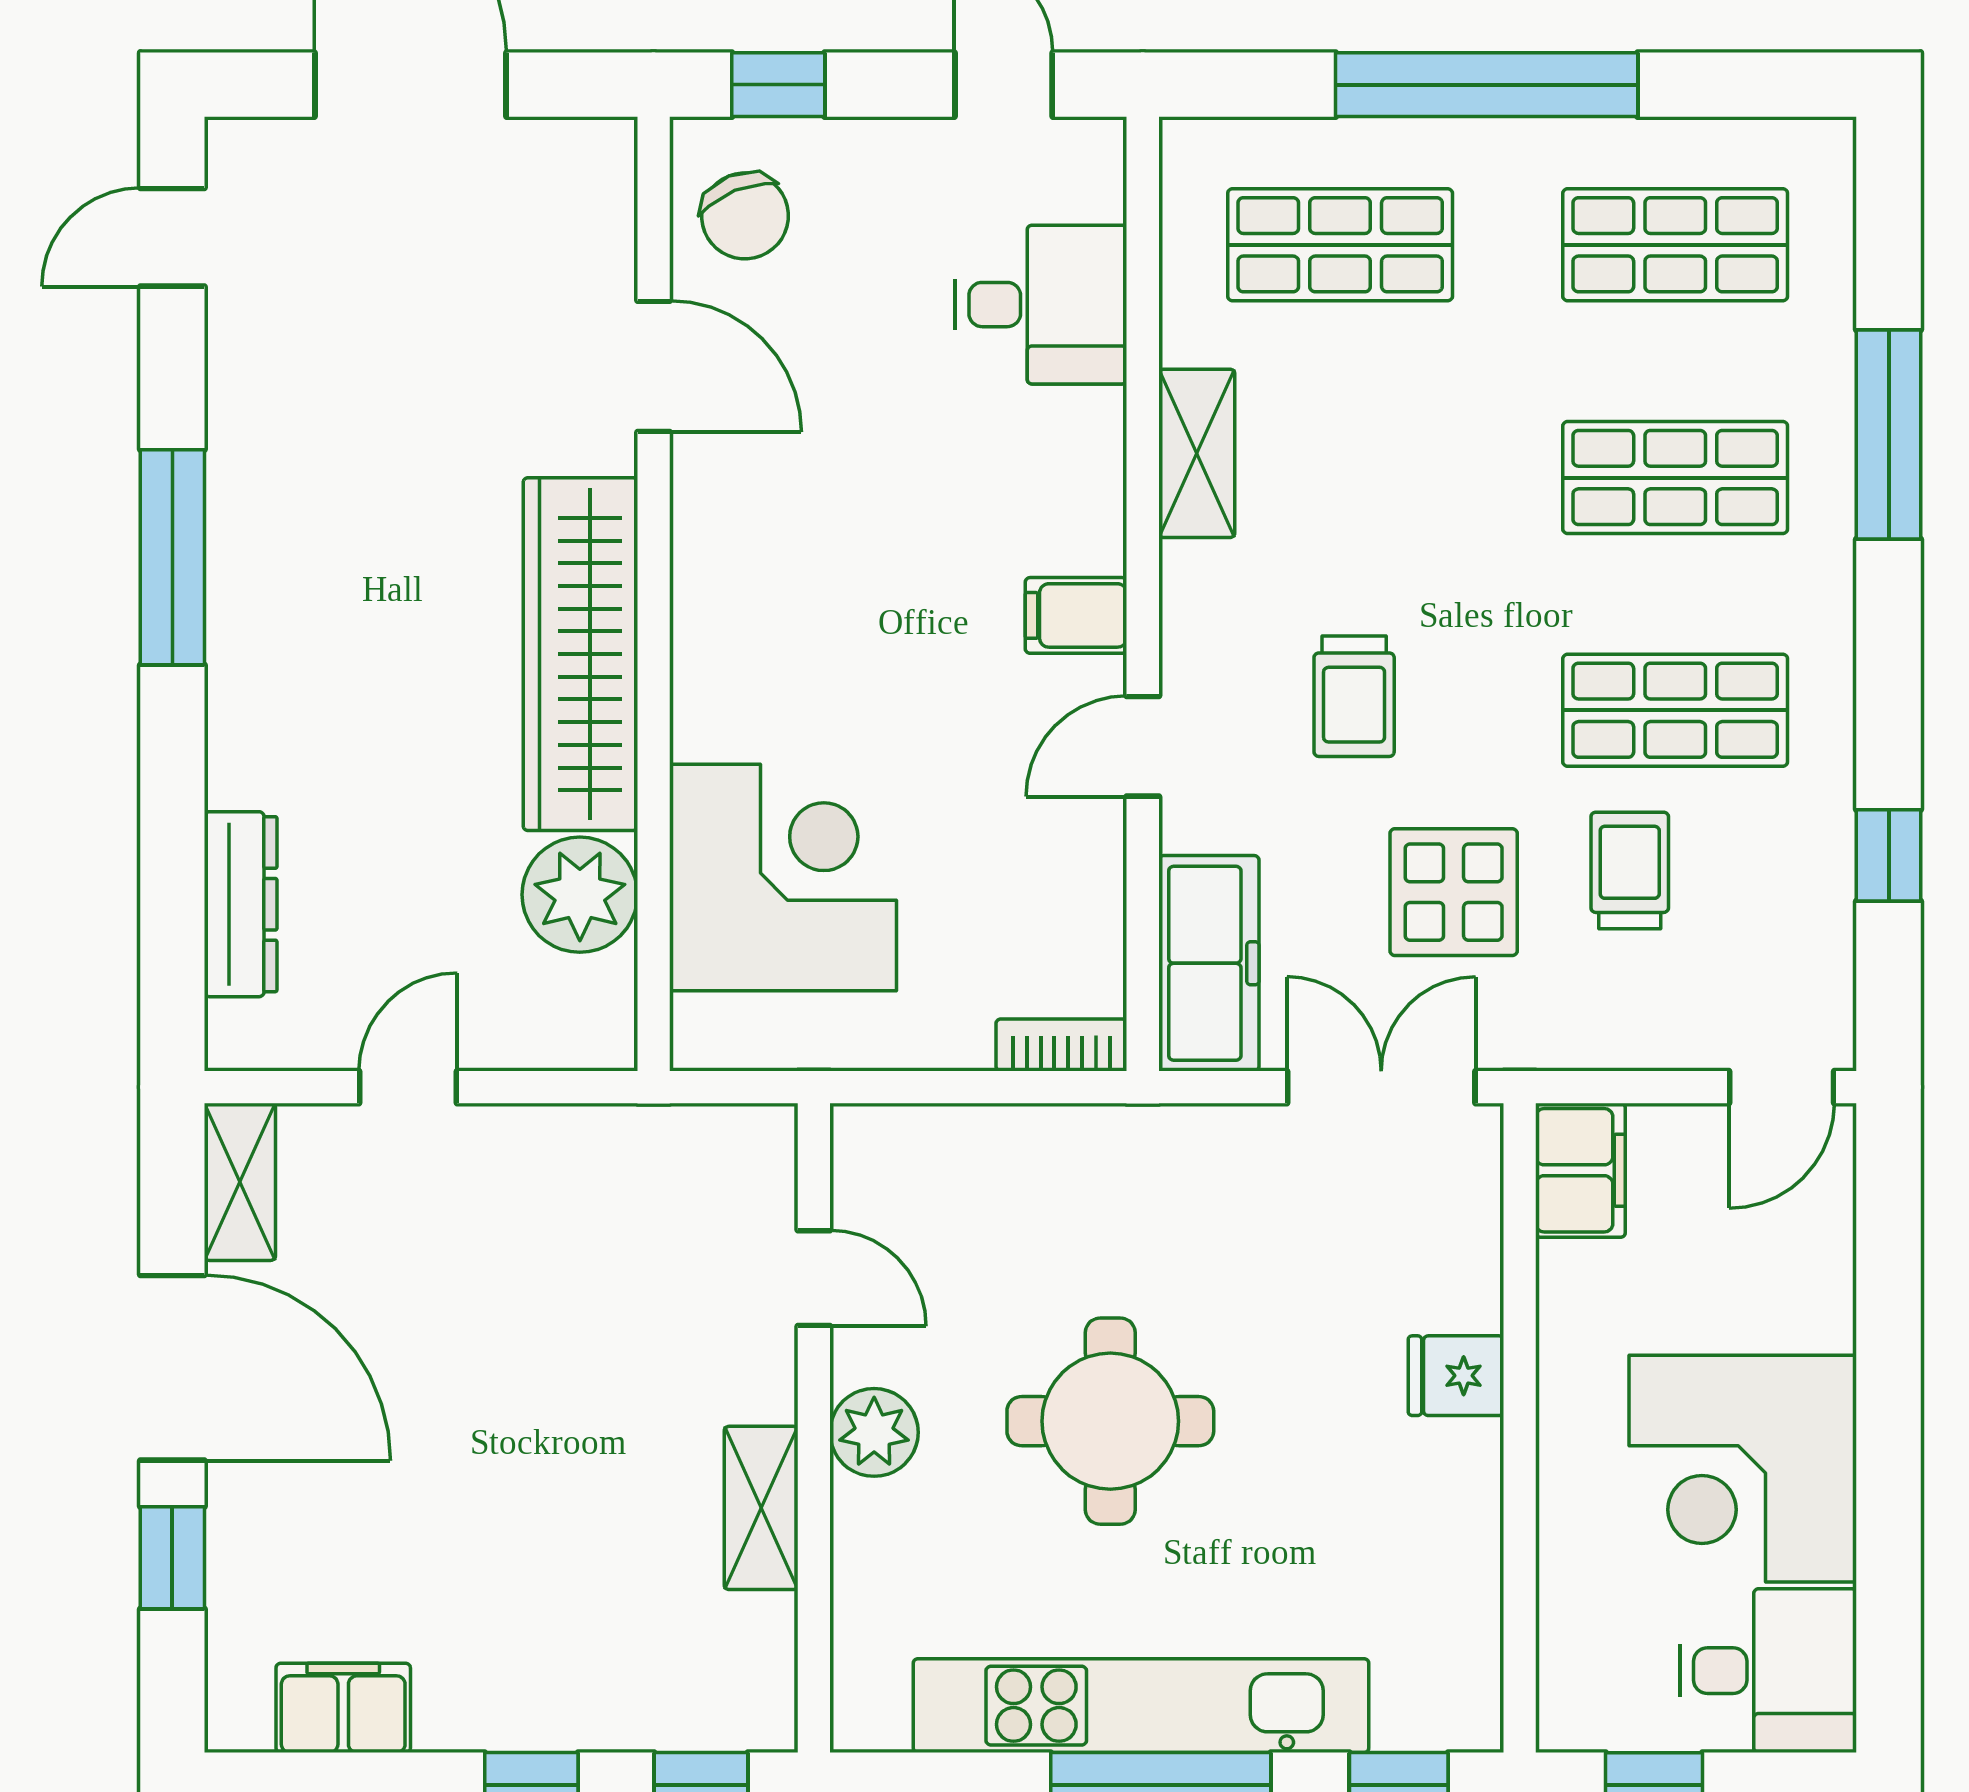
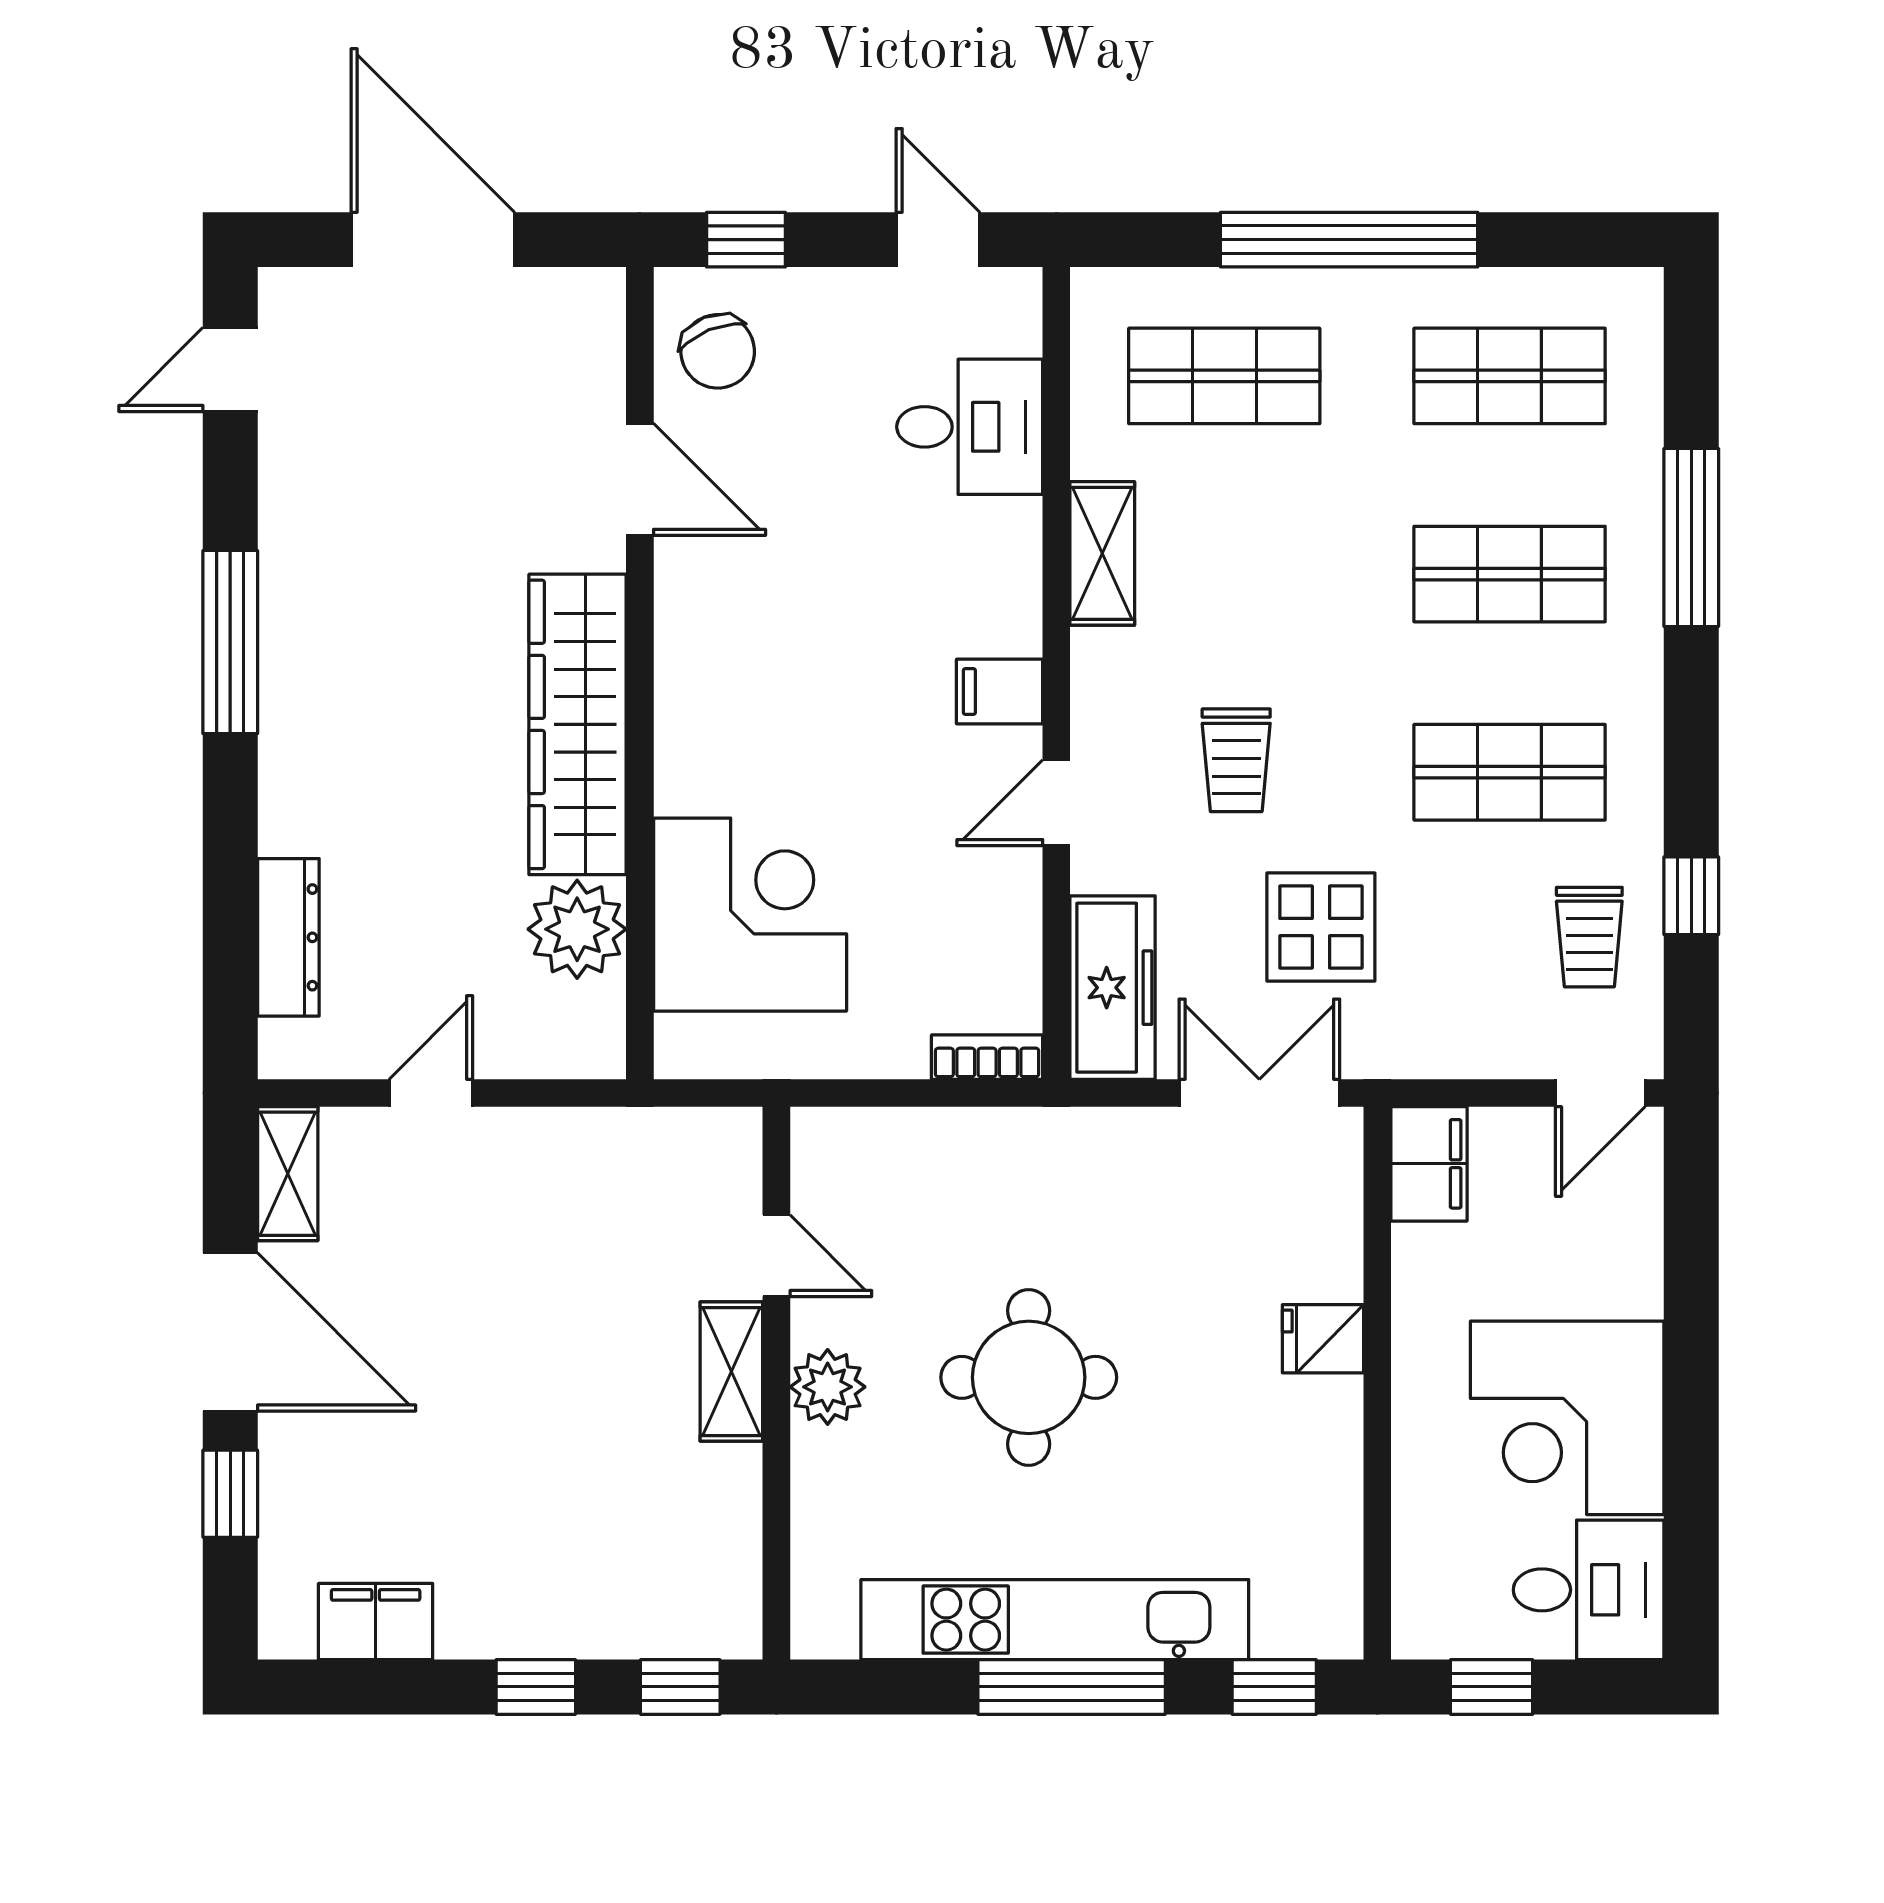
trolley: (1630, 870) -> (1589, 937), moved, turned 180
shelving: (761, 1508) -> (731, 1372), moved

